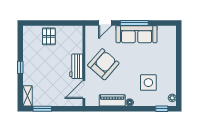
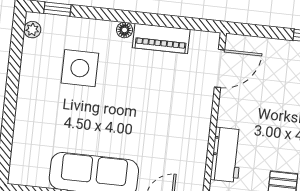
armchair: (103, 64) -> (172, 118), removed
workbench: (76, 66) -> (227, 155), moved

